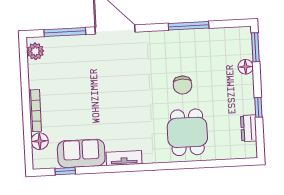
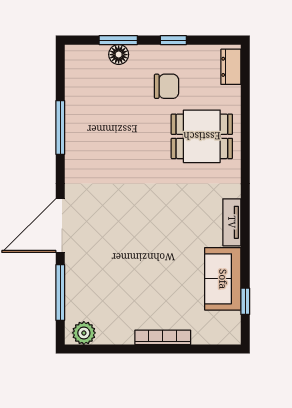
window: (255, 47) -> (118, 40), moved
chair: (182, 85) -> (166, 86), moved
dresser: (249, 128) -> (231, 67), moved, turned 90
floor lamp: (40, 141) -> (204, 333), removed

